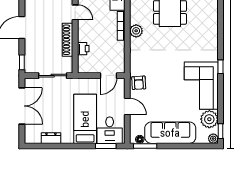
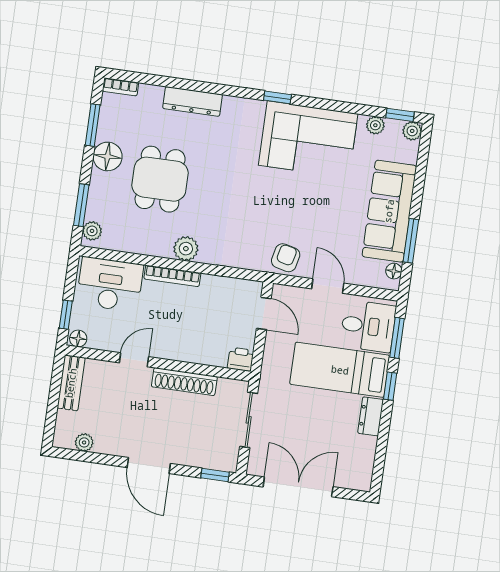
dresser: (212, 23) -> (193, 101), added
printer: (83, 49) -> (241, 359), moved
armchair: (139, 83) -> (286, 258), turned -74
door: (127, 106) -> (328, 286), hinge flipped
plant: (209, 119) -> (375, 125), width x0.53, depth x0.53
dresser: (51, 138) -> (371, 416), moved
window: (80, 146) -> (390, 386), added
window: (145, 146) -> (411, 241), moved

